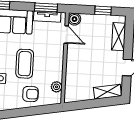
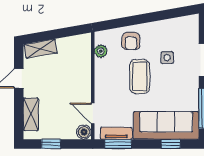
armchair: (30, 94) -> (131, 41), turned -90

